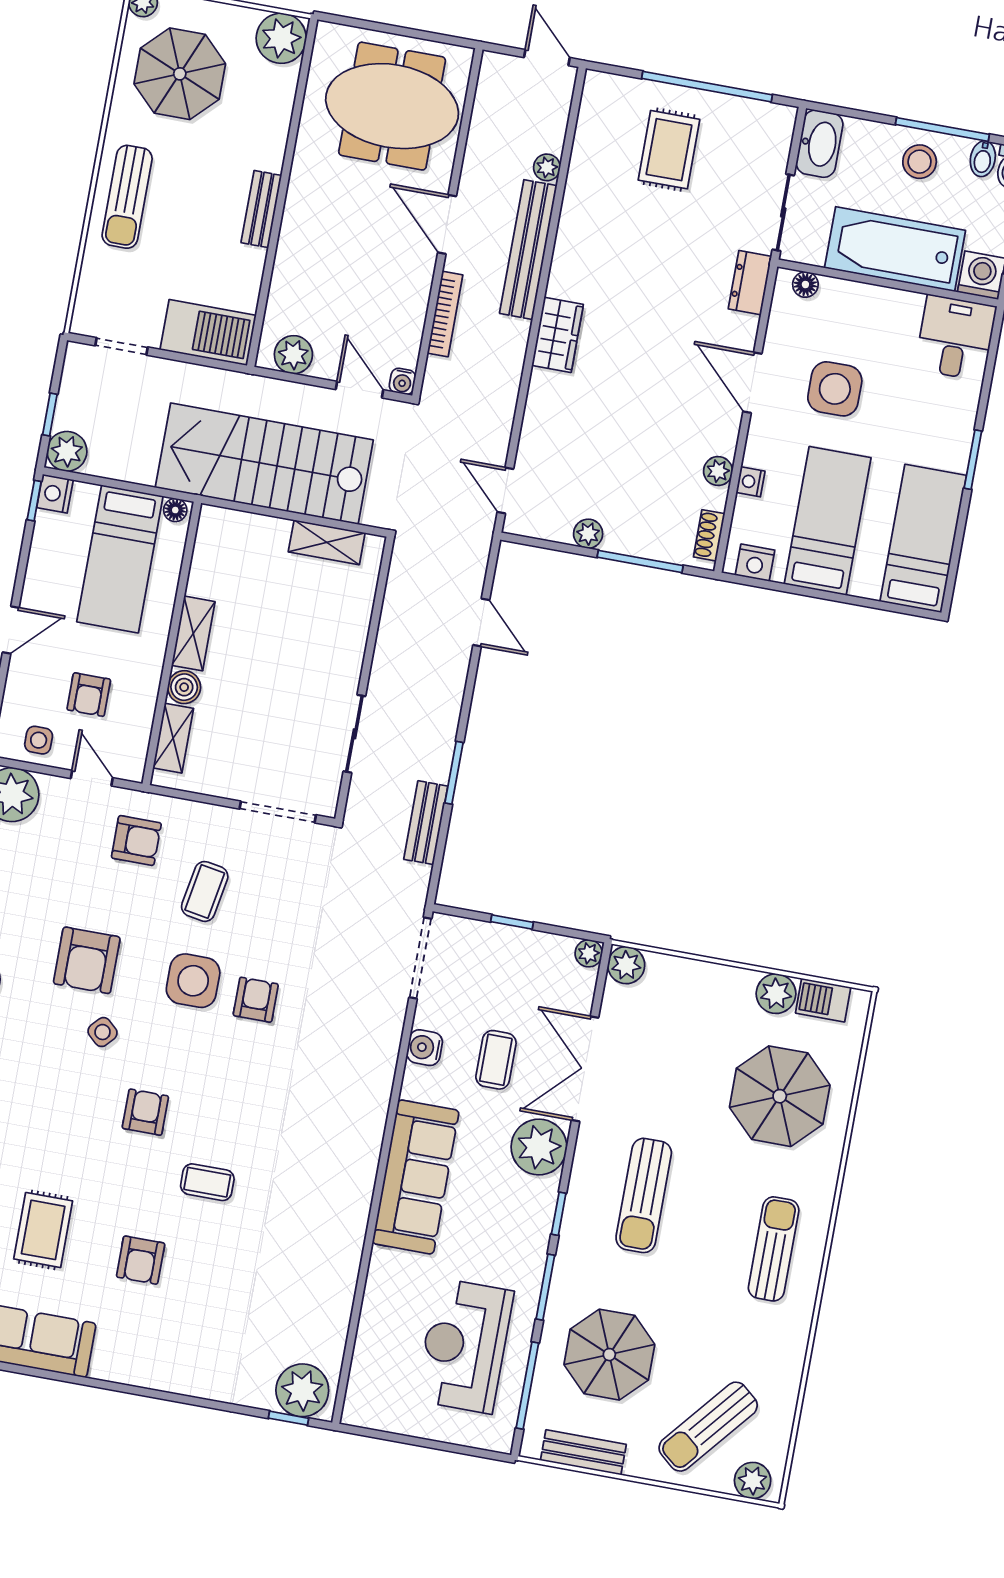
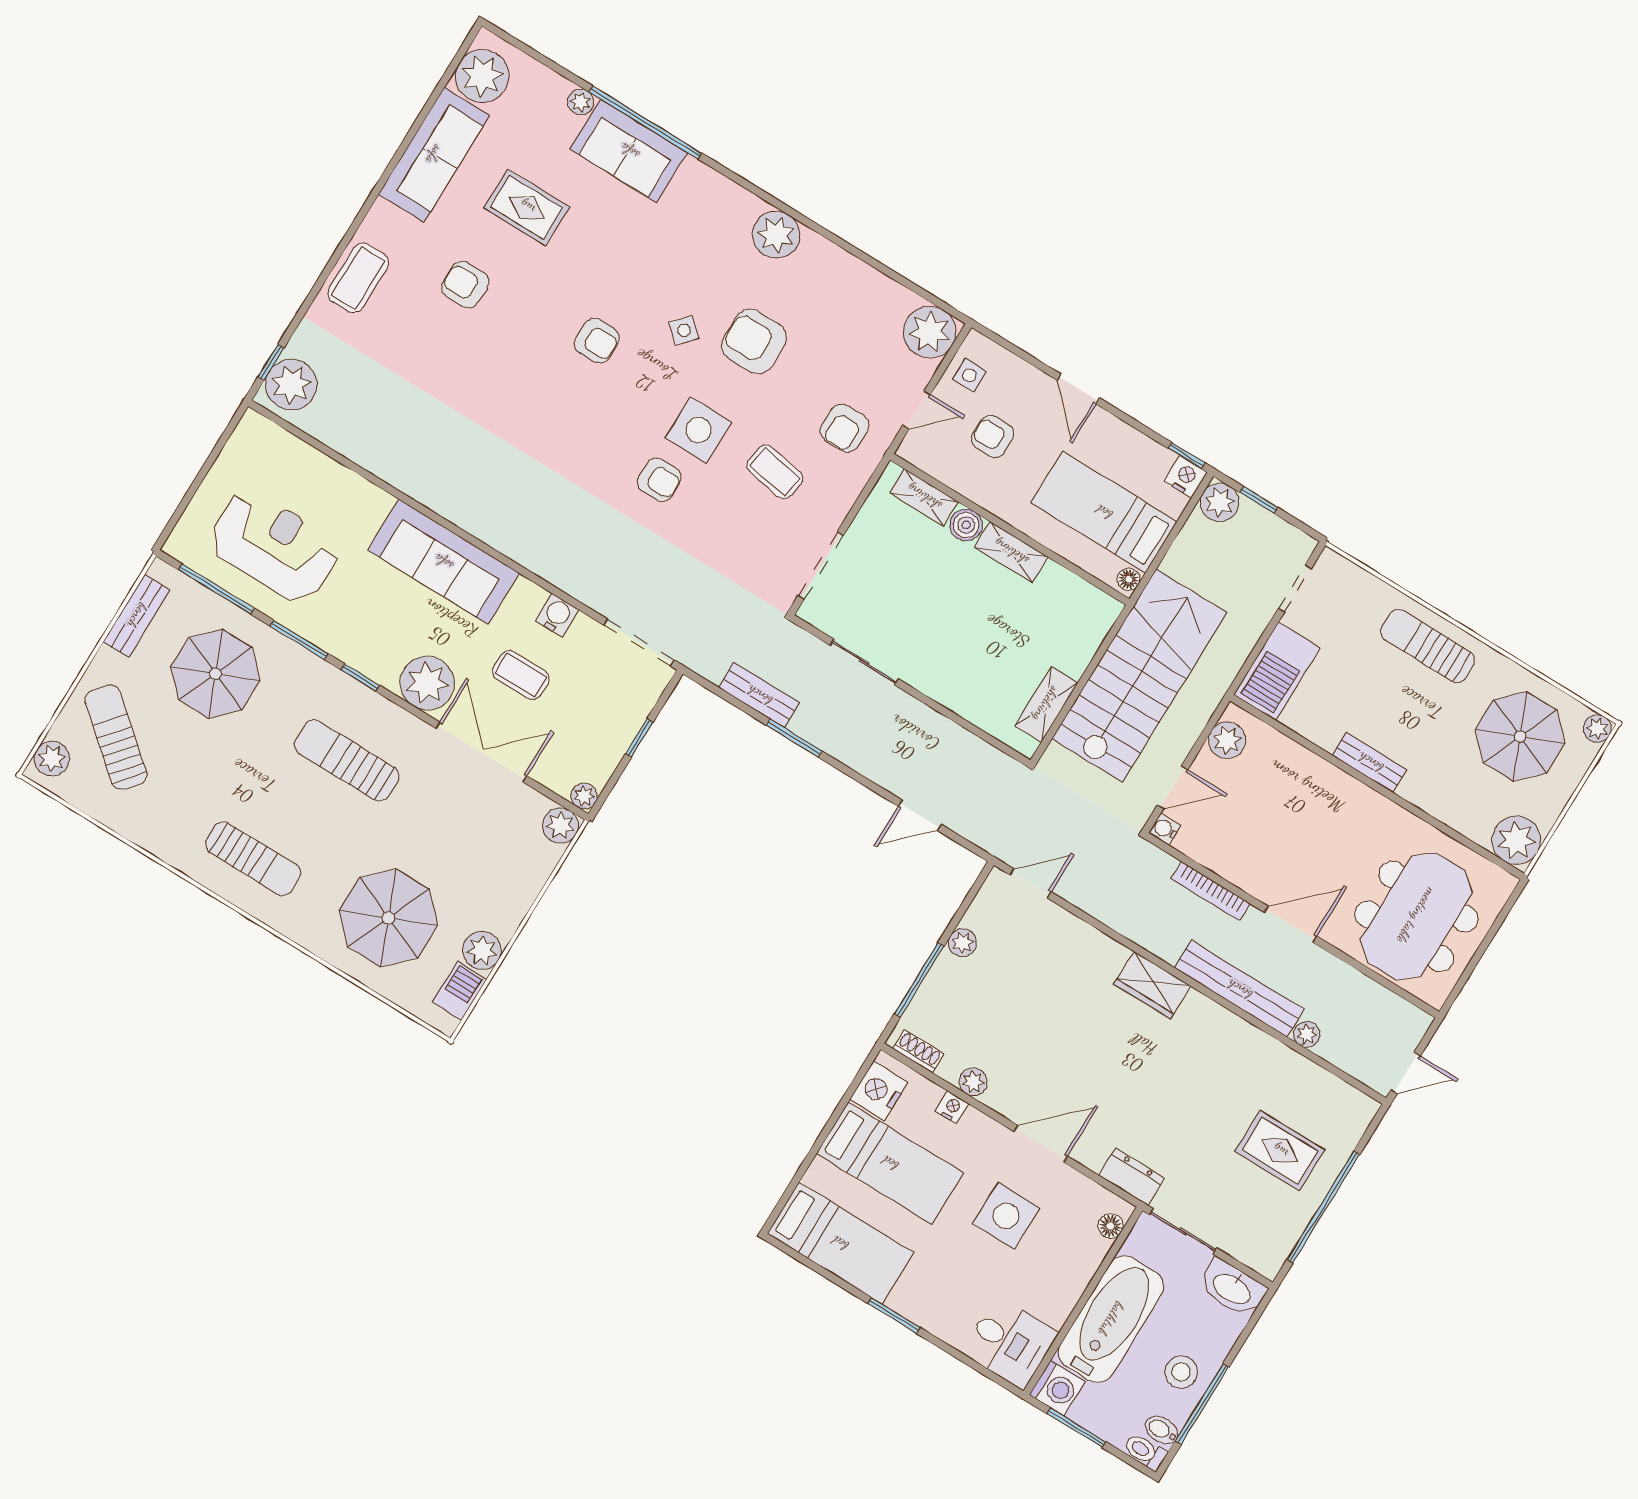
nightstand: (755, 563) -> (879, 1091), width x1.36, depth x1.33
coffee table: (207, 1182) -> (358, 278), moved, width x1.36, depth x1.30

